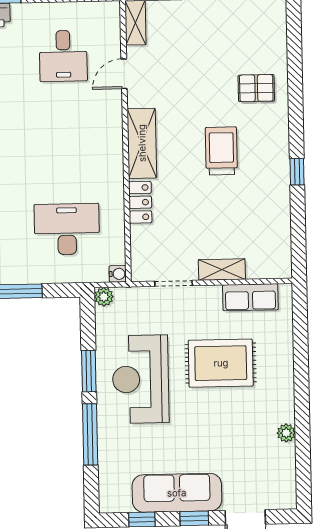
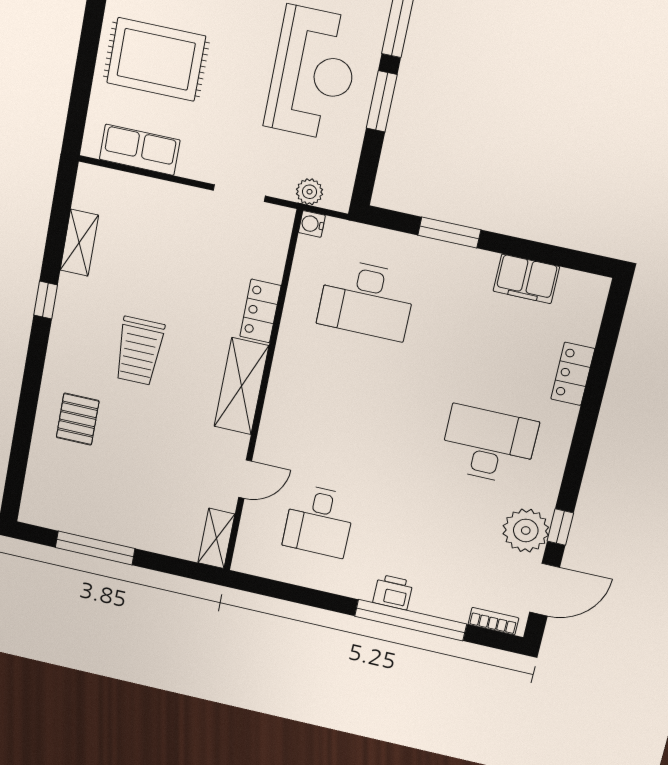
desk: (63, 56) -> (319, 521), turned 180
pallet: (256, 88) -> (78, 419), turned 90
shelving: (222, 270) -> (79, 243), moved, turned 90
plant: (104, 297) -> (310, 192), moved
rug: (221, 363) -> (156, 59), moved

